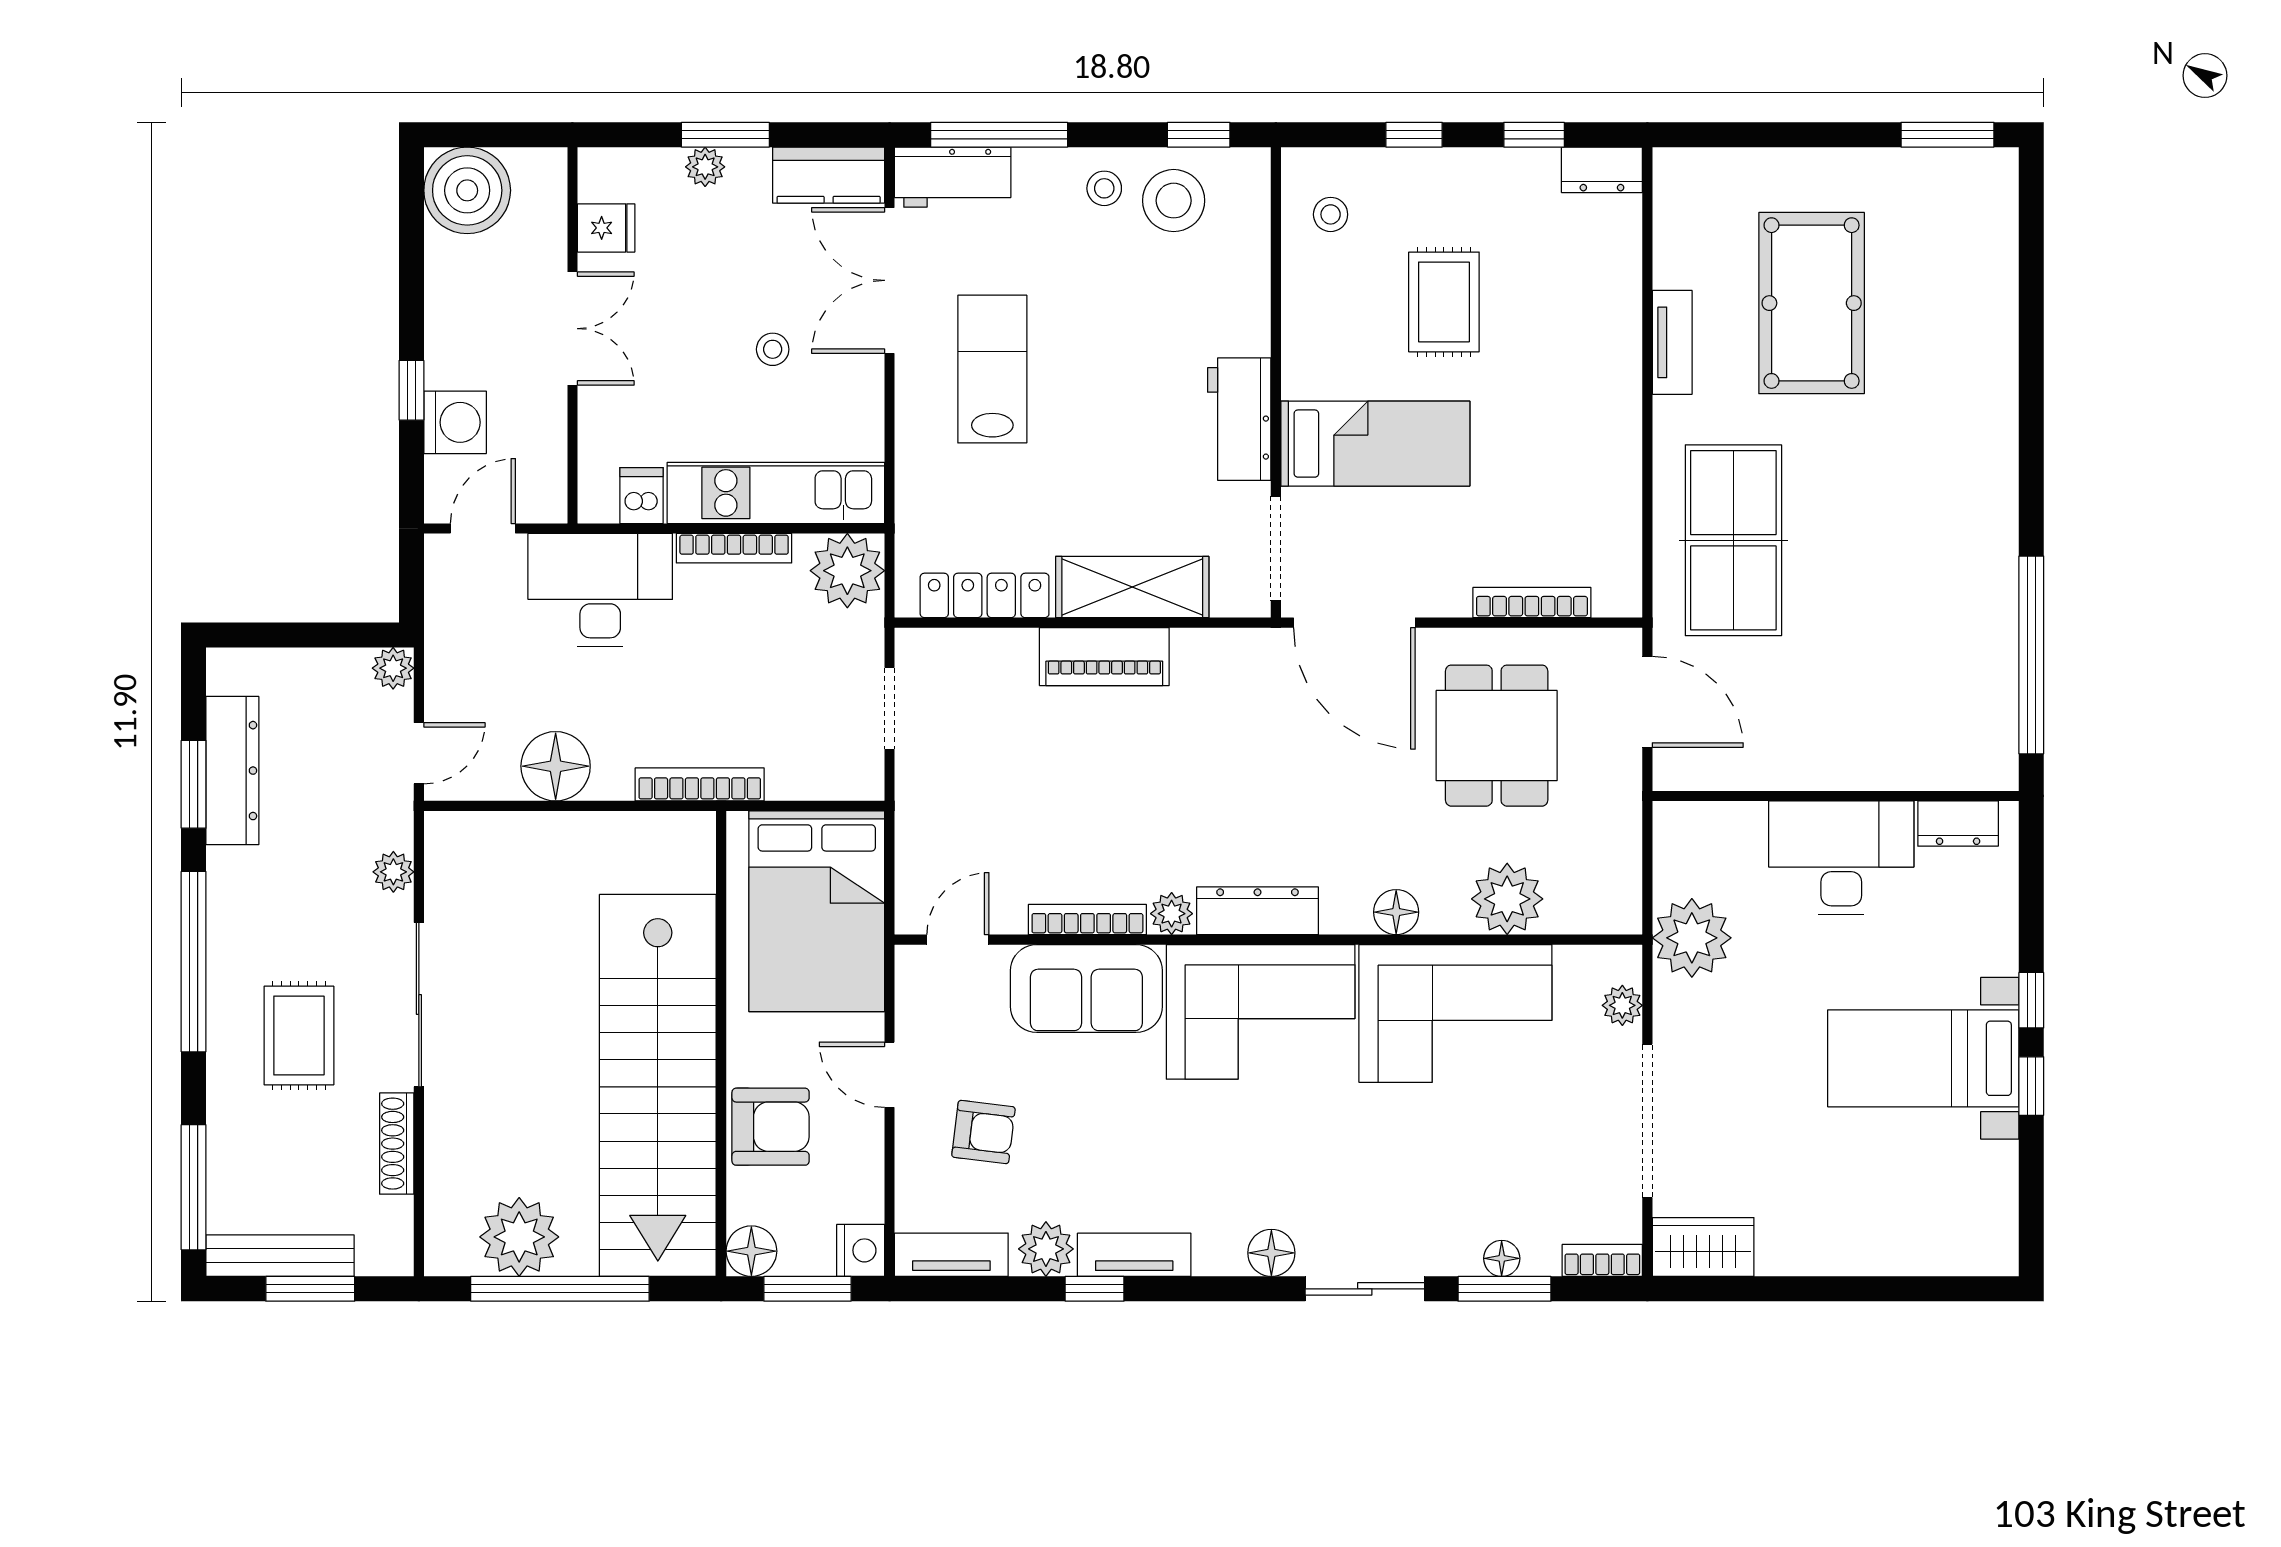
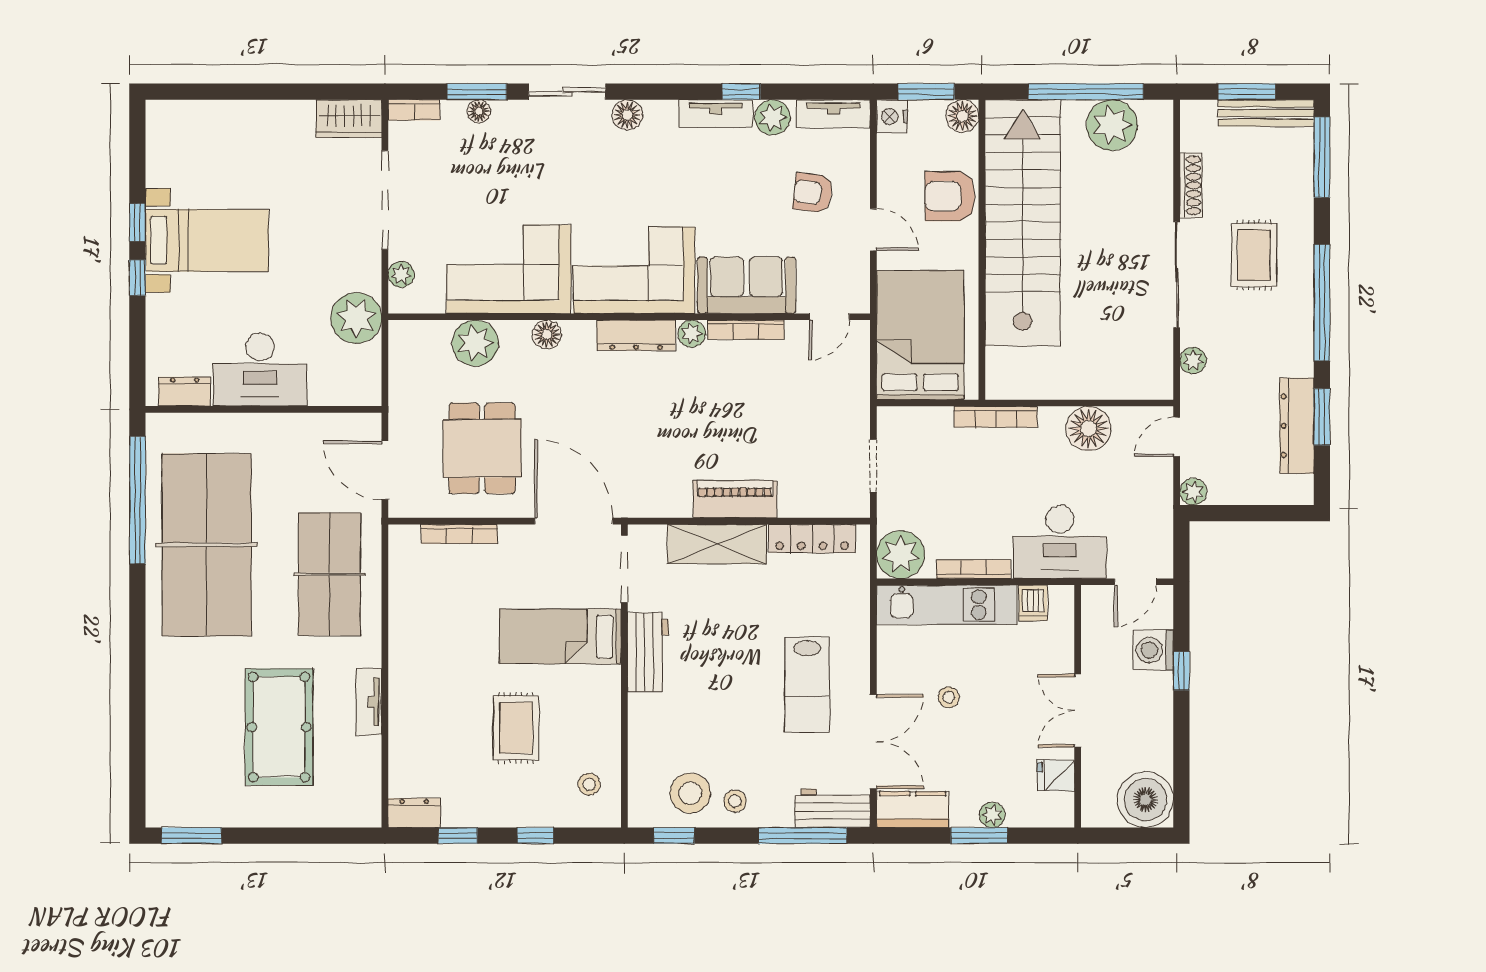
table tennis table: (1924, 586) -> (207, 545), added

